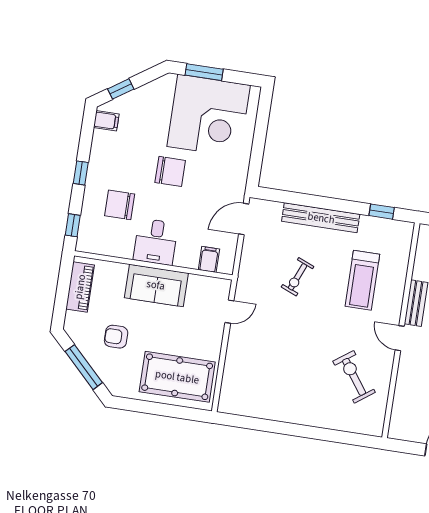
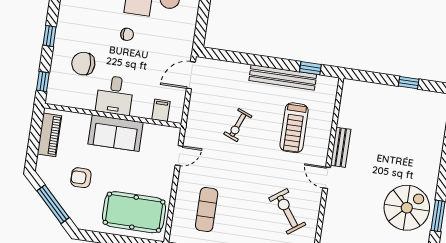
chair: (170, 171) -> (127, 34), width x0.54, depth x0.54
bench: (321, 218) -> (283, 77), moved
exercise mat: (261, 374) -> (207, 210), added

